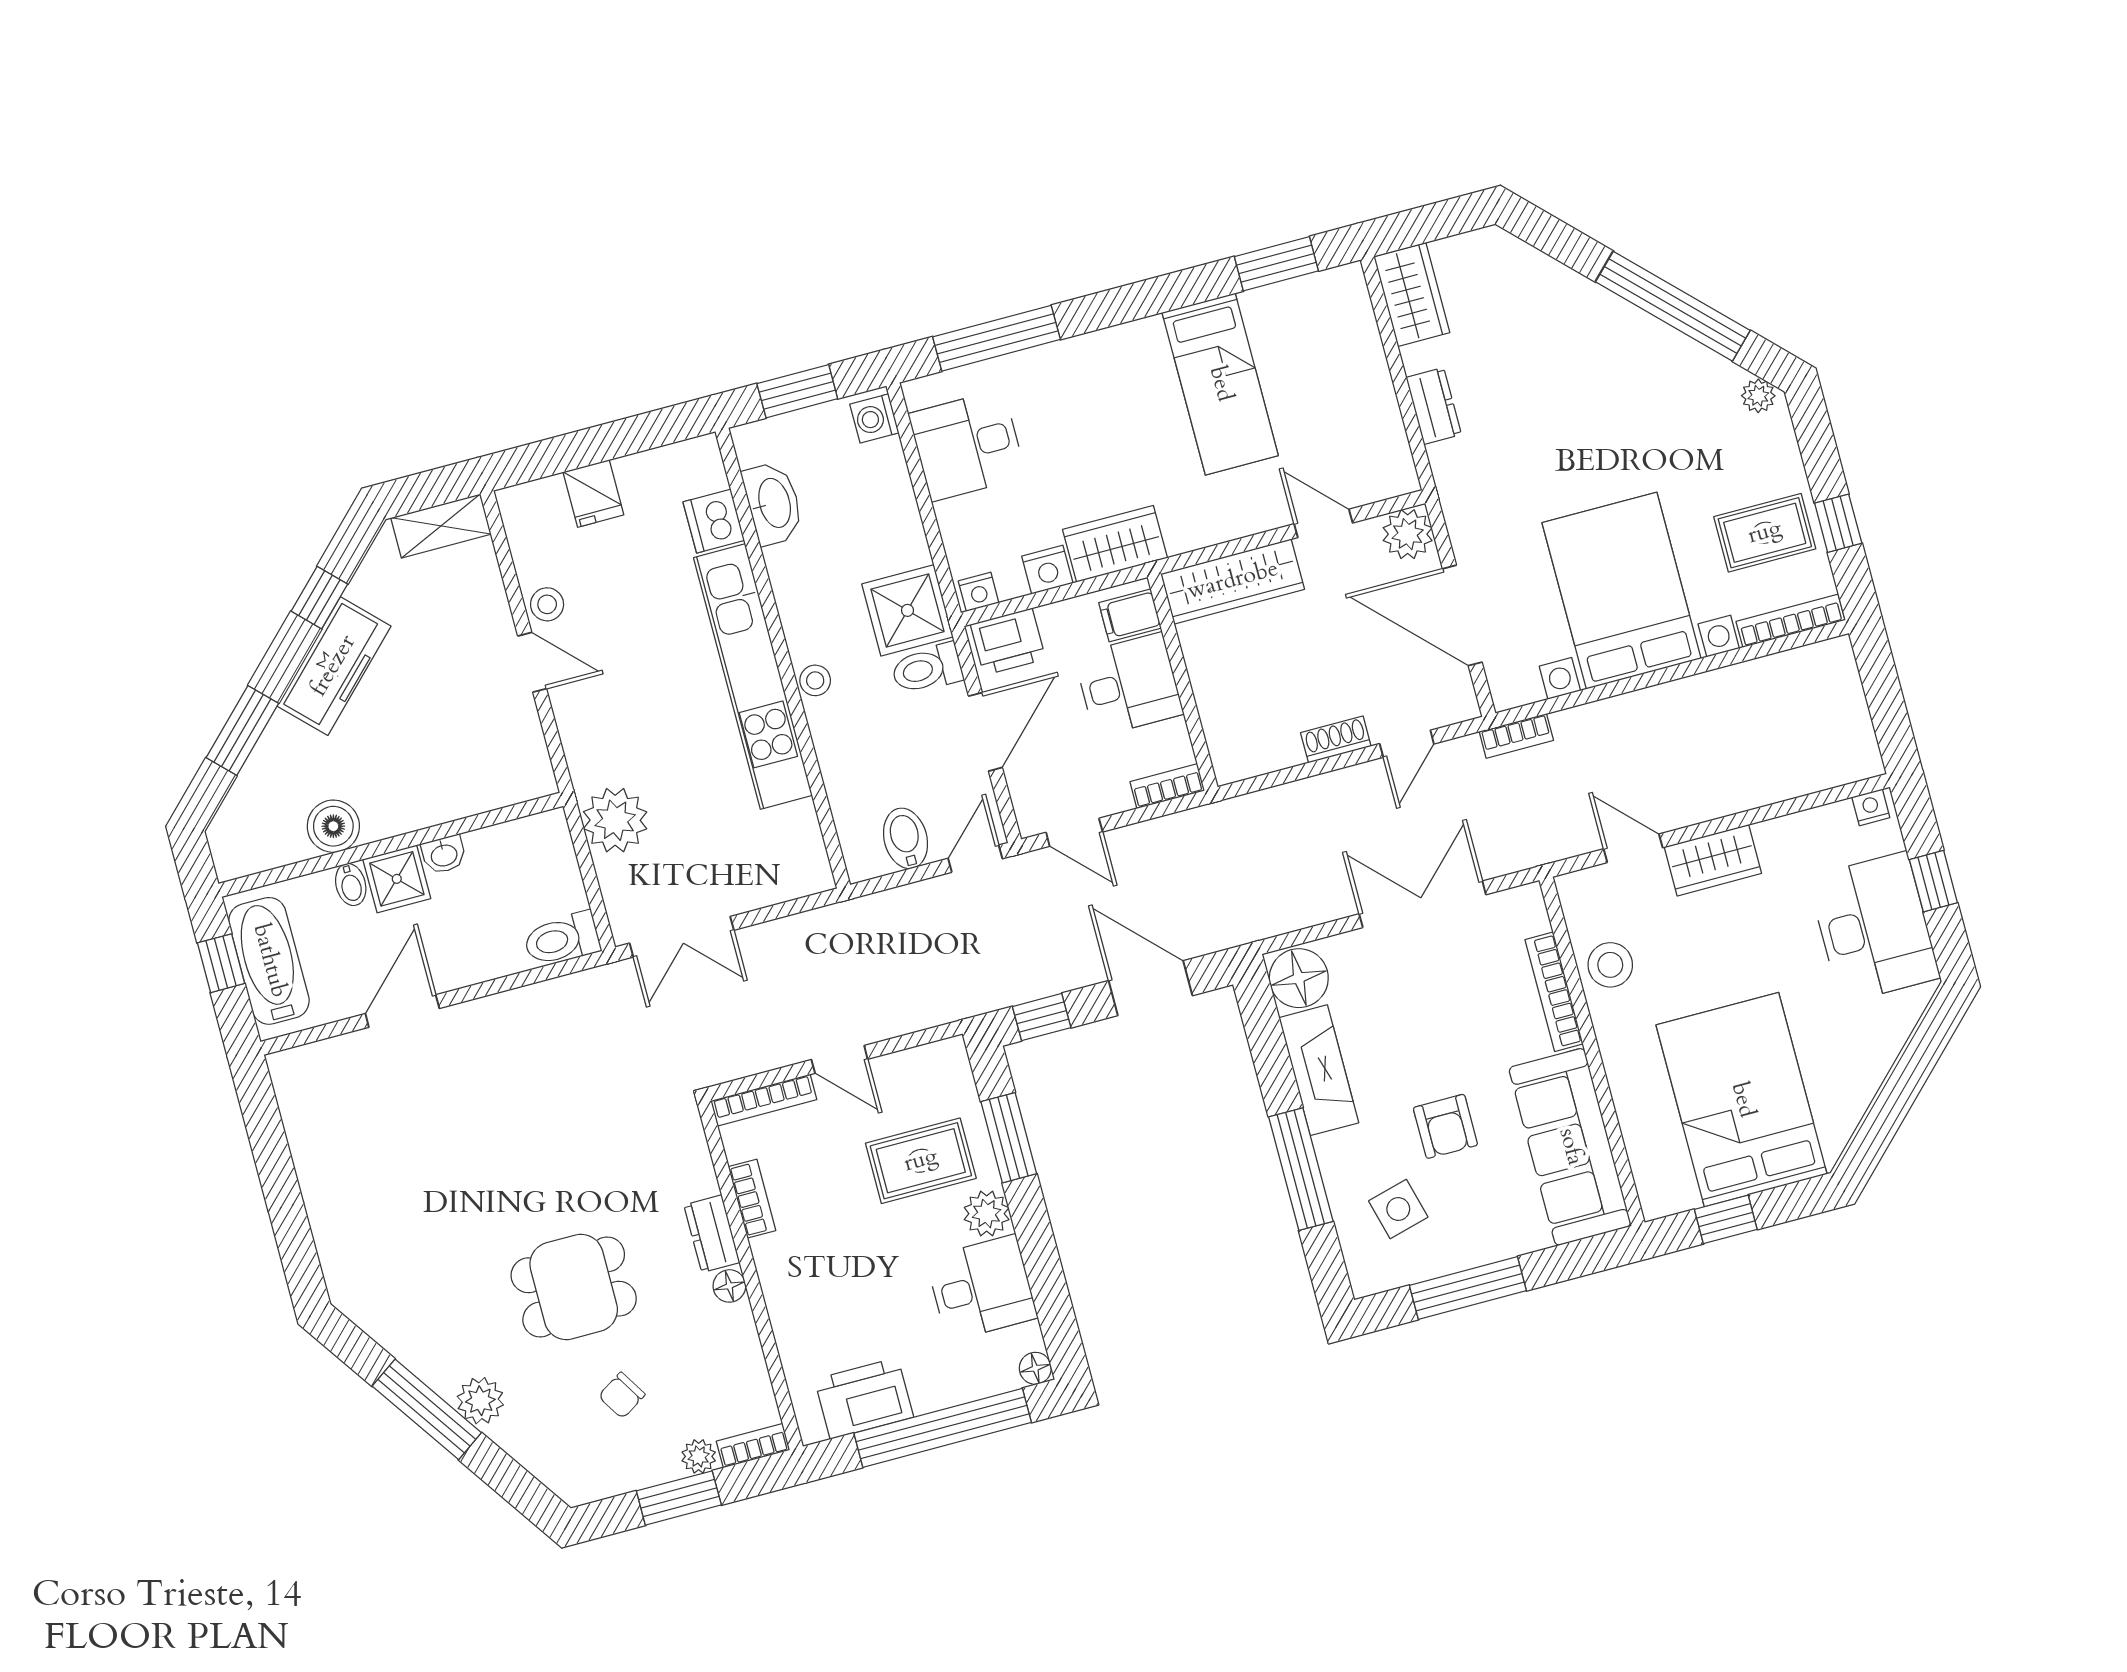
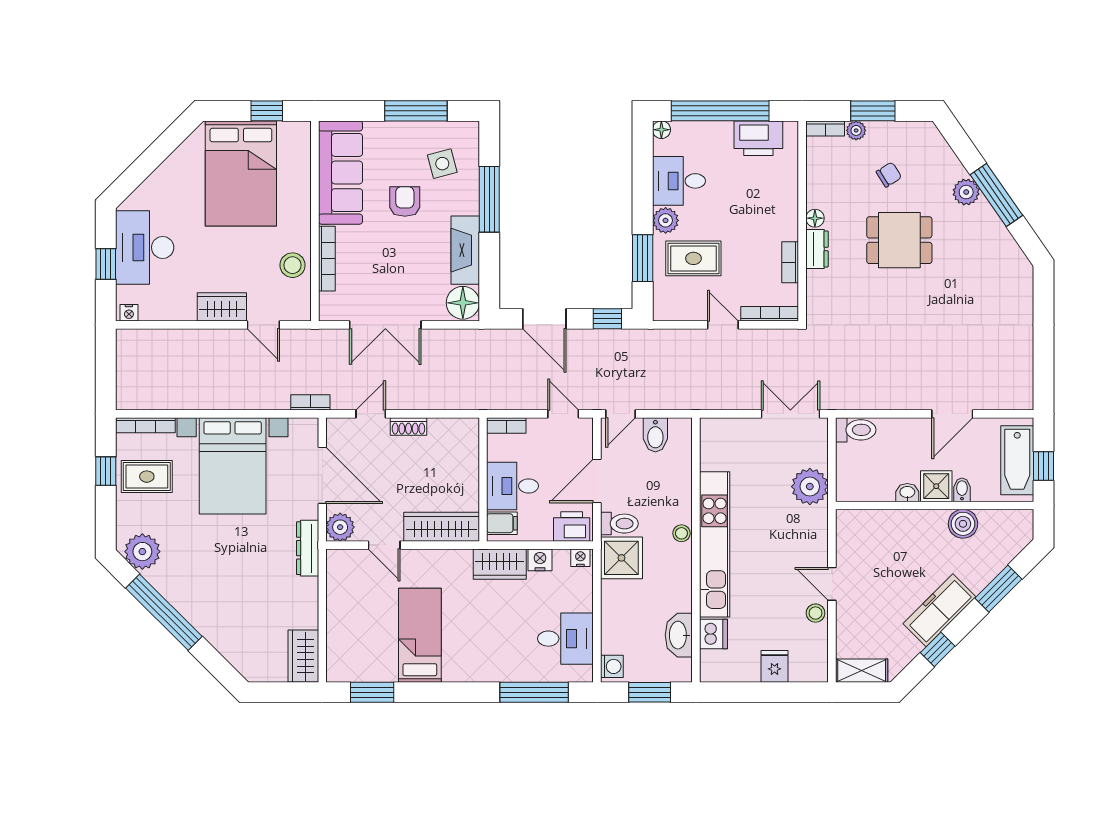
plant: (1758, 396) -> (142, 552), width x1.88, depth x1.88
dresser: (1434, 406) -> (308, 548), moved, width x1.44

